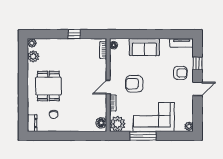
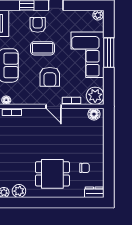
coffee table: (160, 77) -> (43, 48), added
window: (143, 136) -> (109, 53), moved

